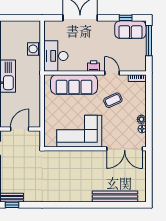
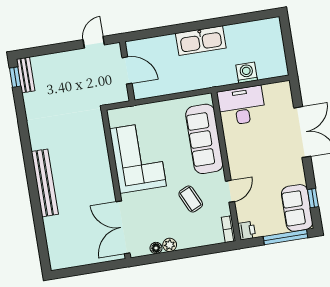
printer: (94, 66) -> (247, 231), moved
bench: (115, 196) -> (45, 183), moved

